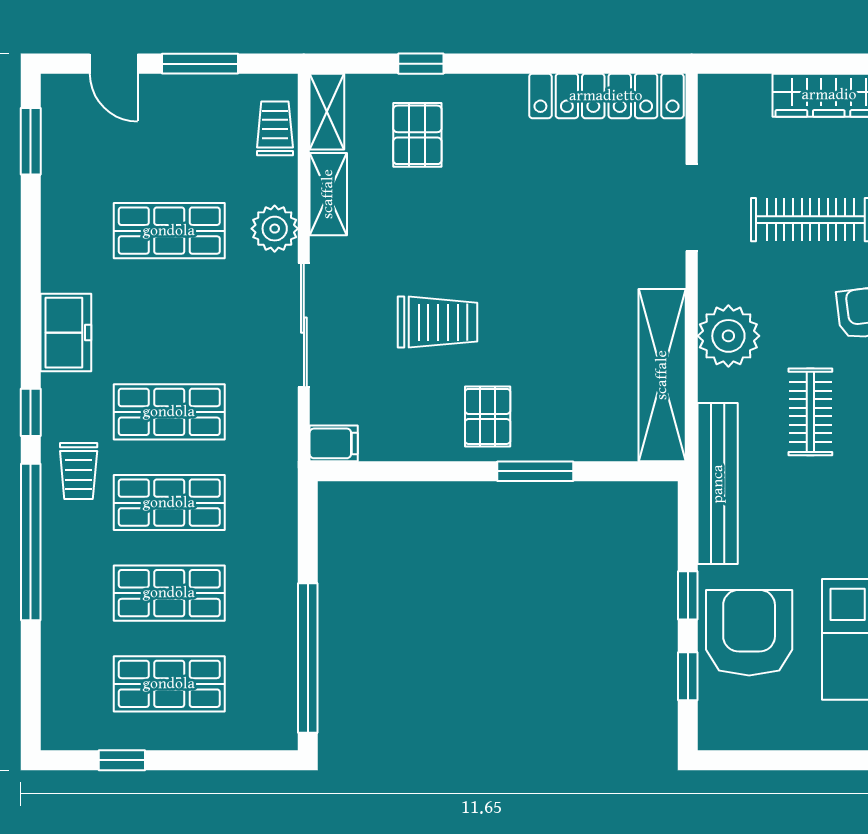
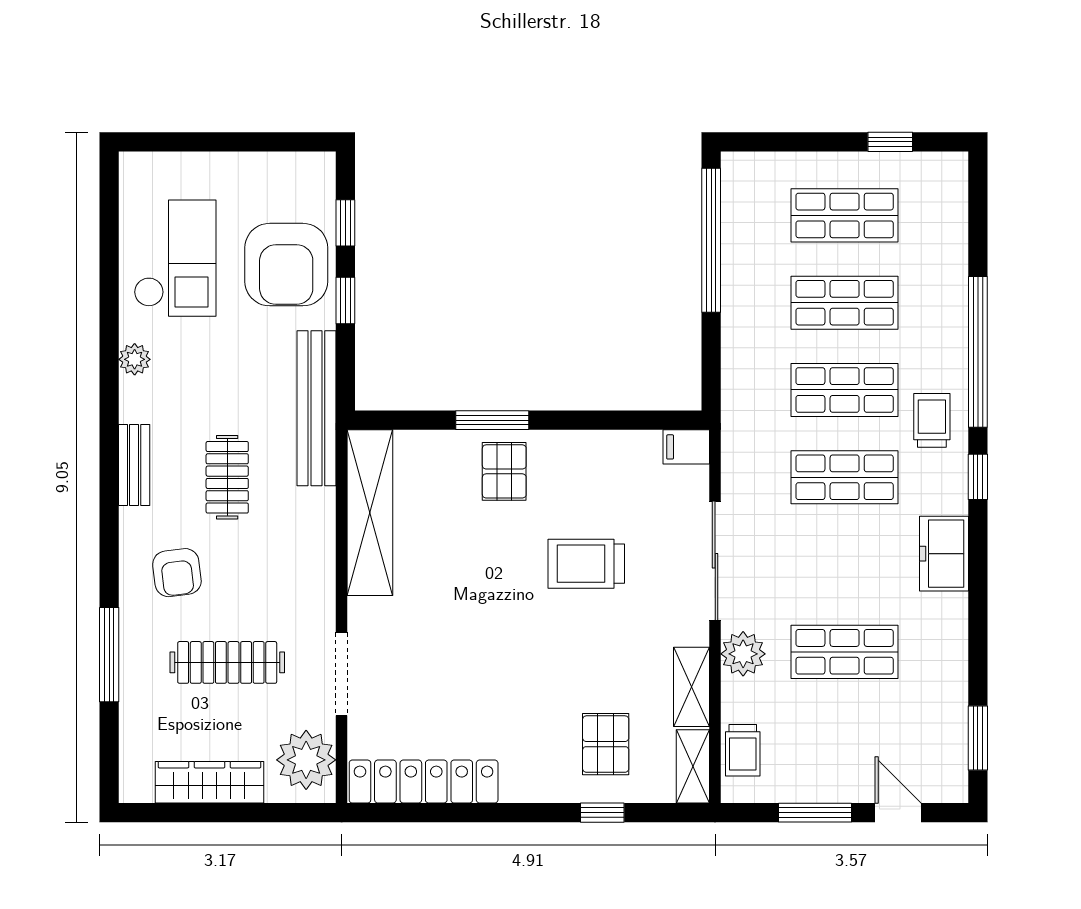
plant: (728, 336) -> (306, 760), moved
pallet: (488, 416) -> (504, 471), moved

